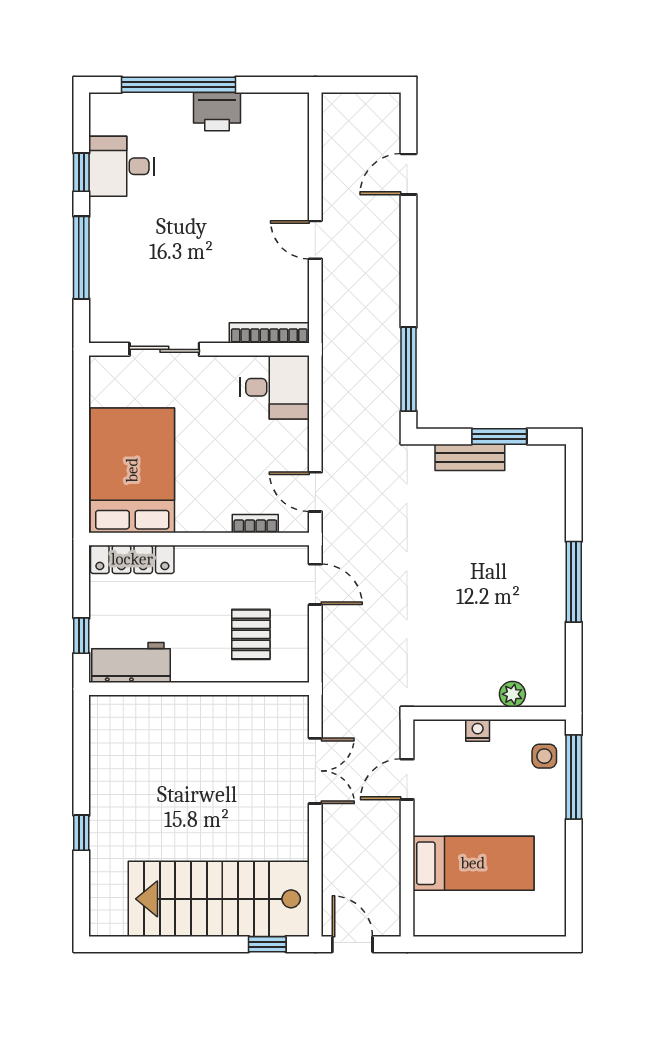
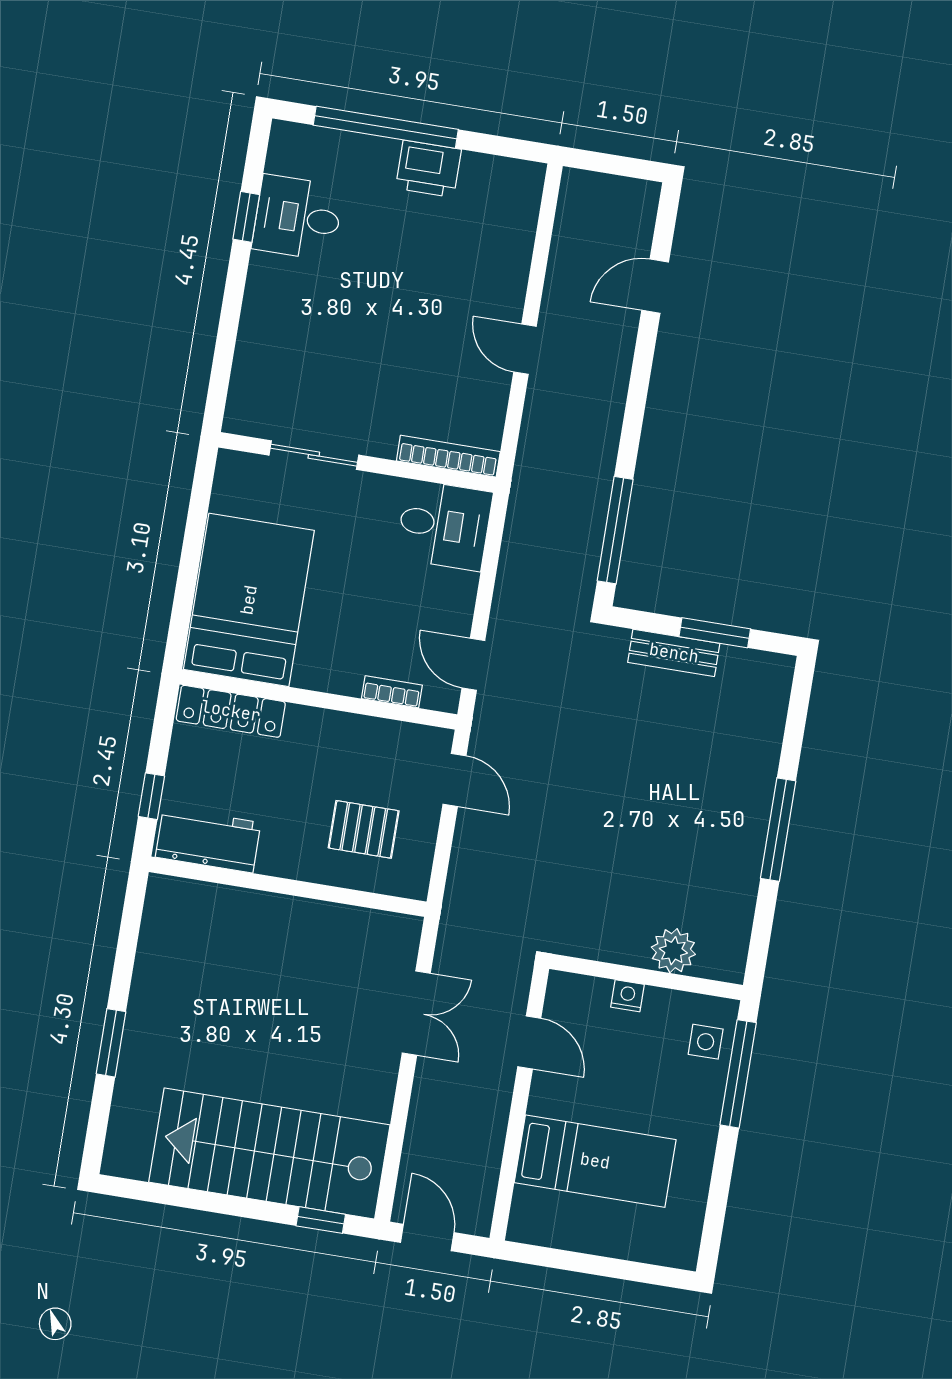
window: (81, 258) -> (229, 323), removed
pallet: (251, 634) -> (364, 829), turned 90
plant: (512, 694) -> (673, 951), width x1.38, depth x1.38
door: (407, 779) -> (529, 1042), swing flipped
window: (81, 833) -> (111, 1043), width x1.50

